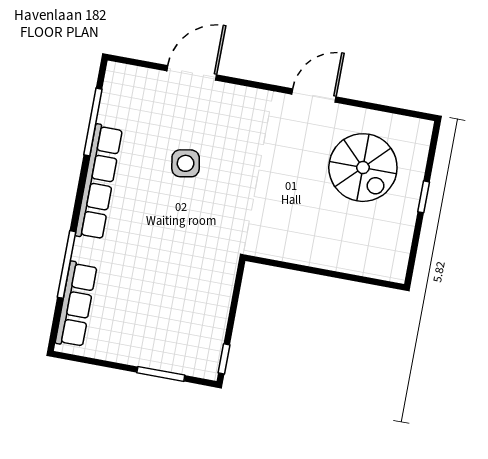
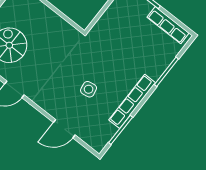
row of seats: (76, 304) -> (168, 25), moved, turned -90

